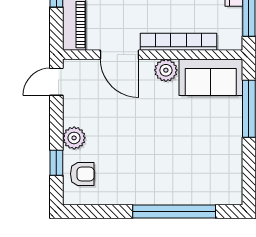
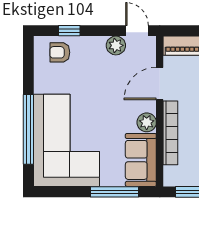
plant: (74, 138) -> (116, 45), moved
corner sofa: (187, 166) -> (67, 140), added
armchair: (82, 174) -> (60, 52), turned 90

